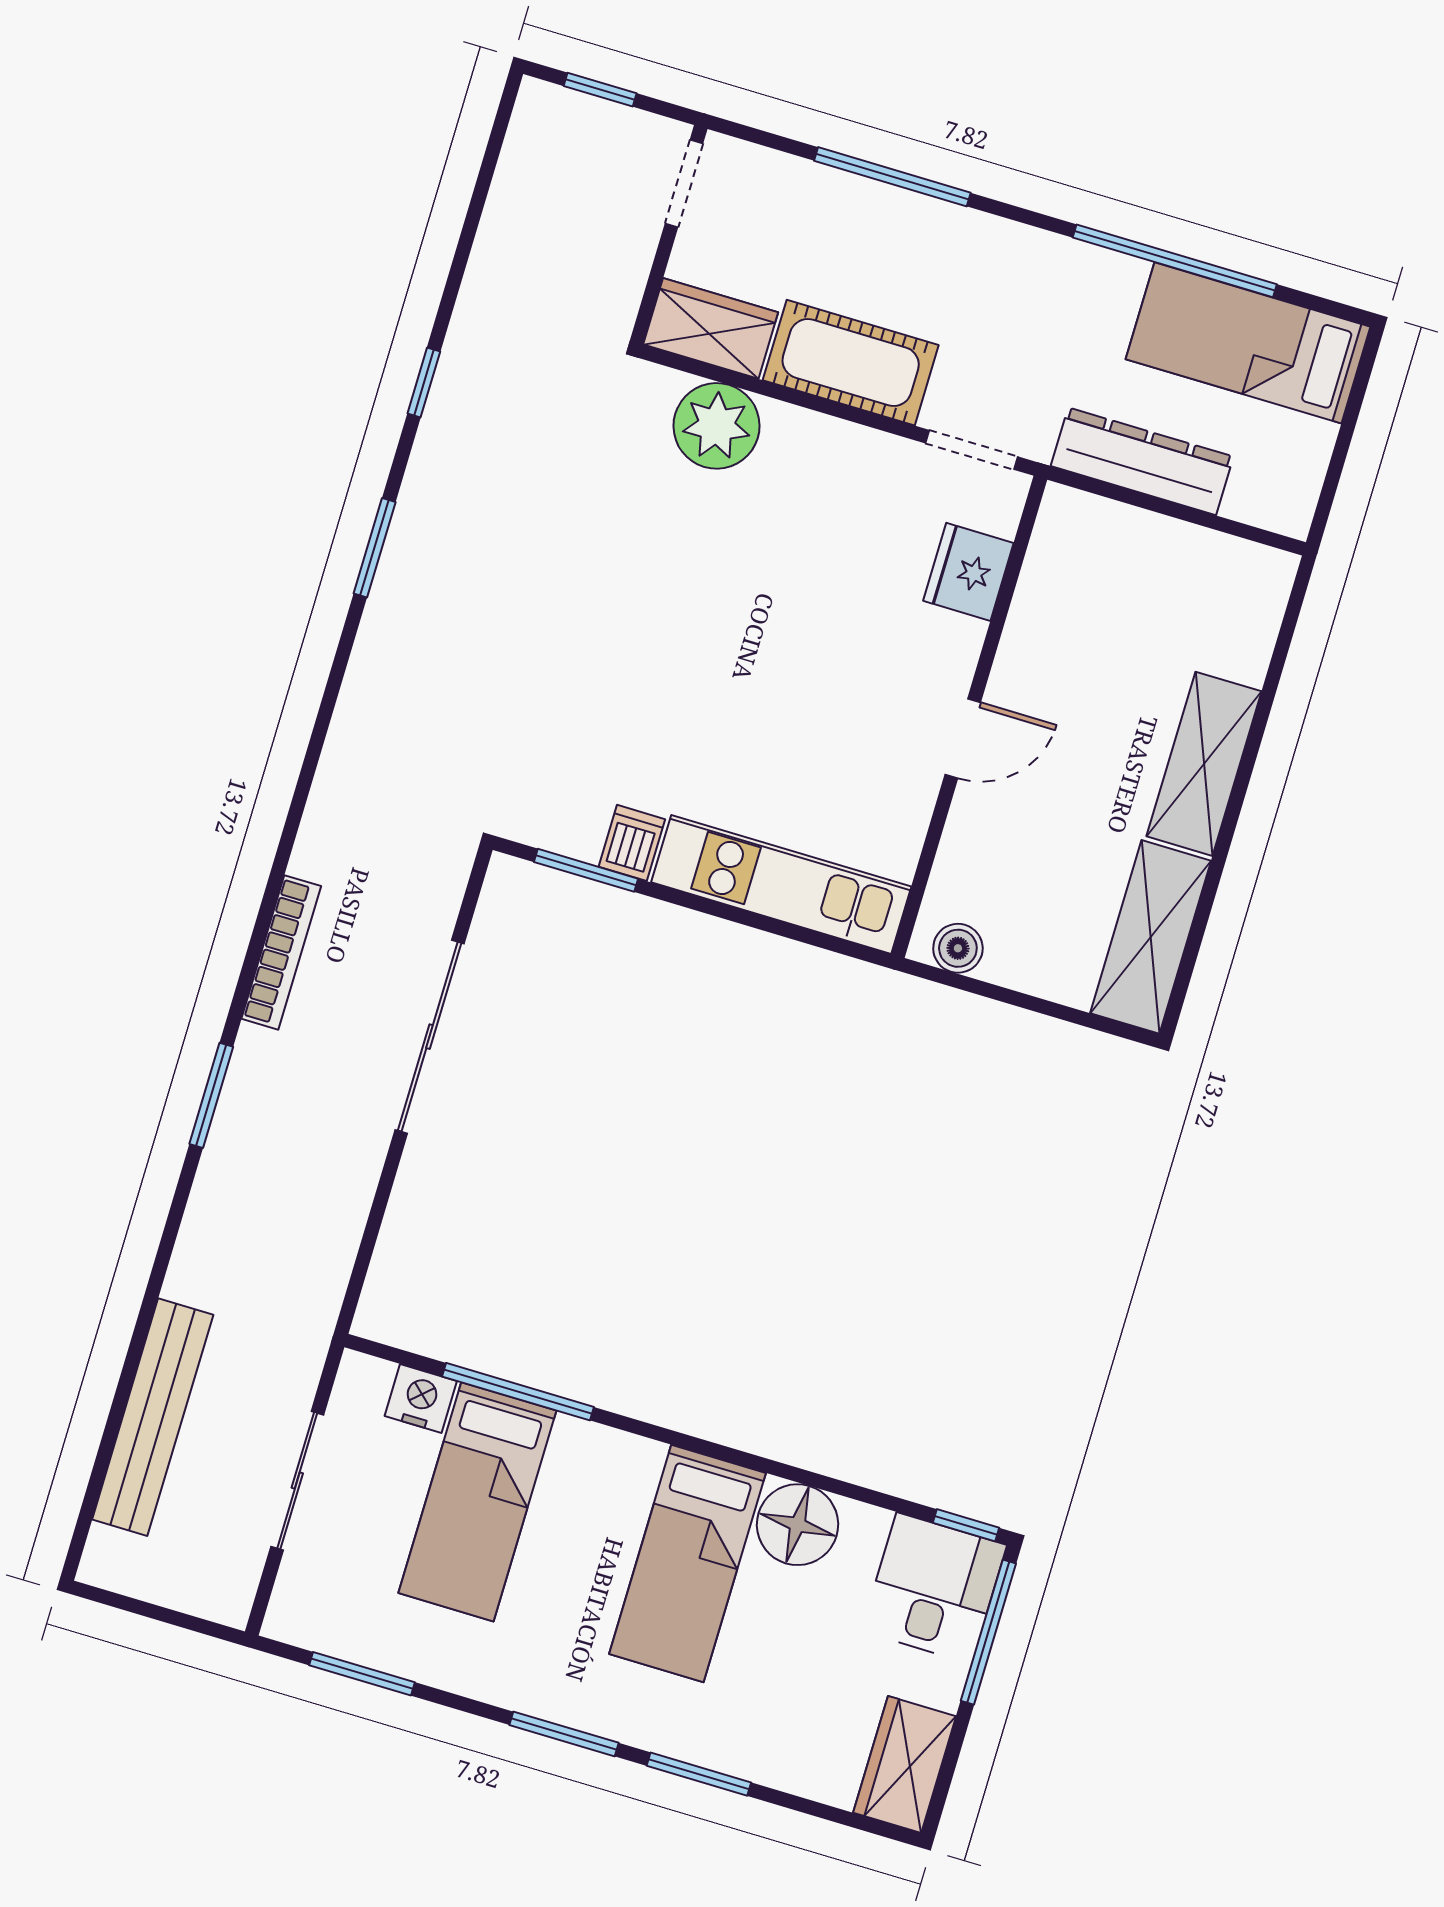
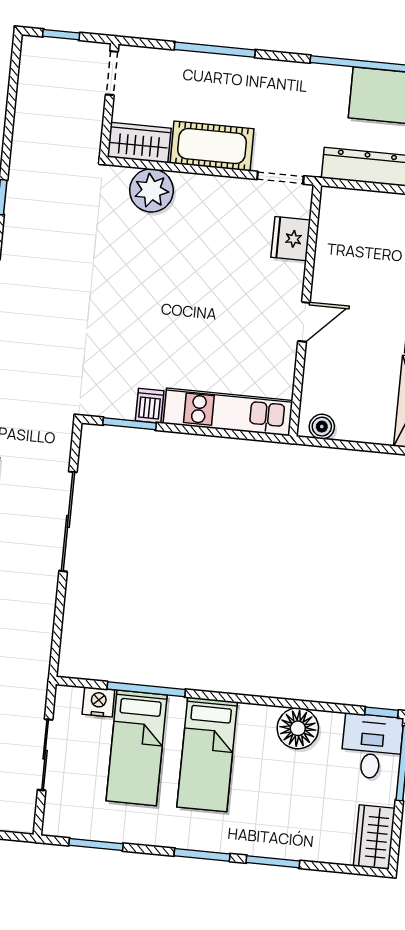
bed: (687, 1564) -> (207, 754), moved

